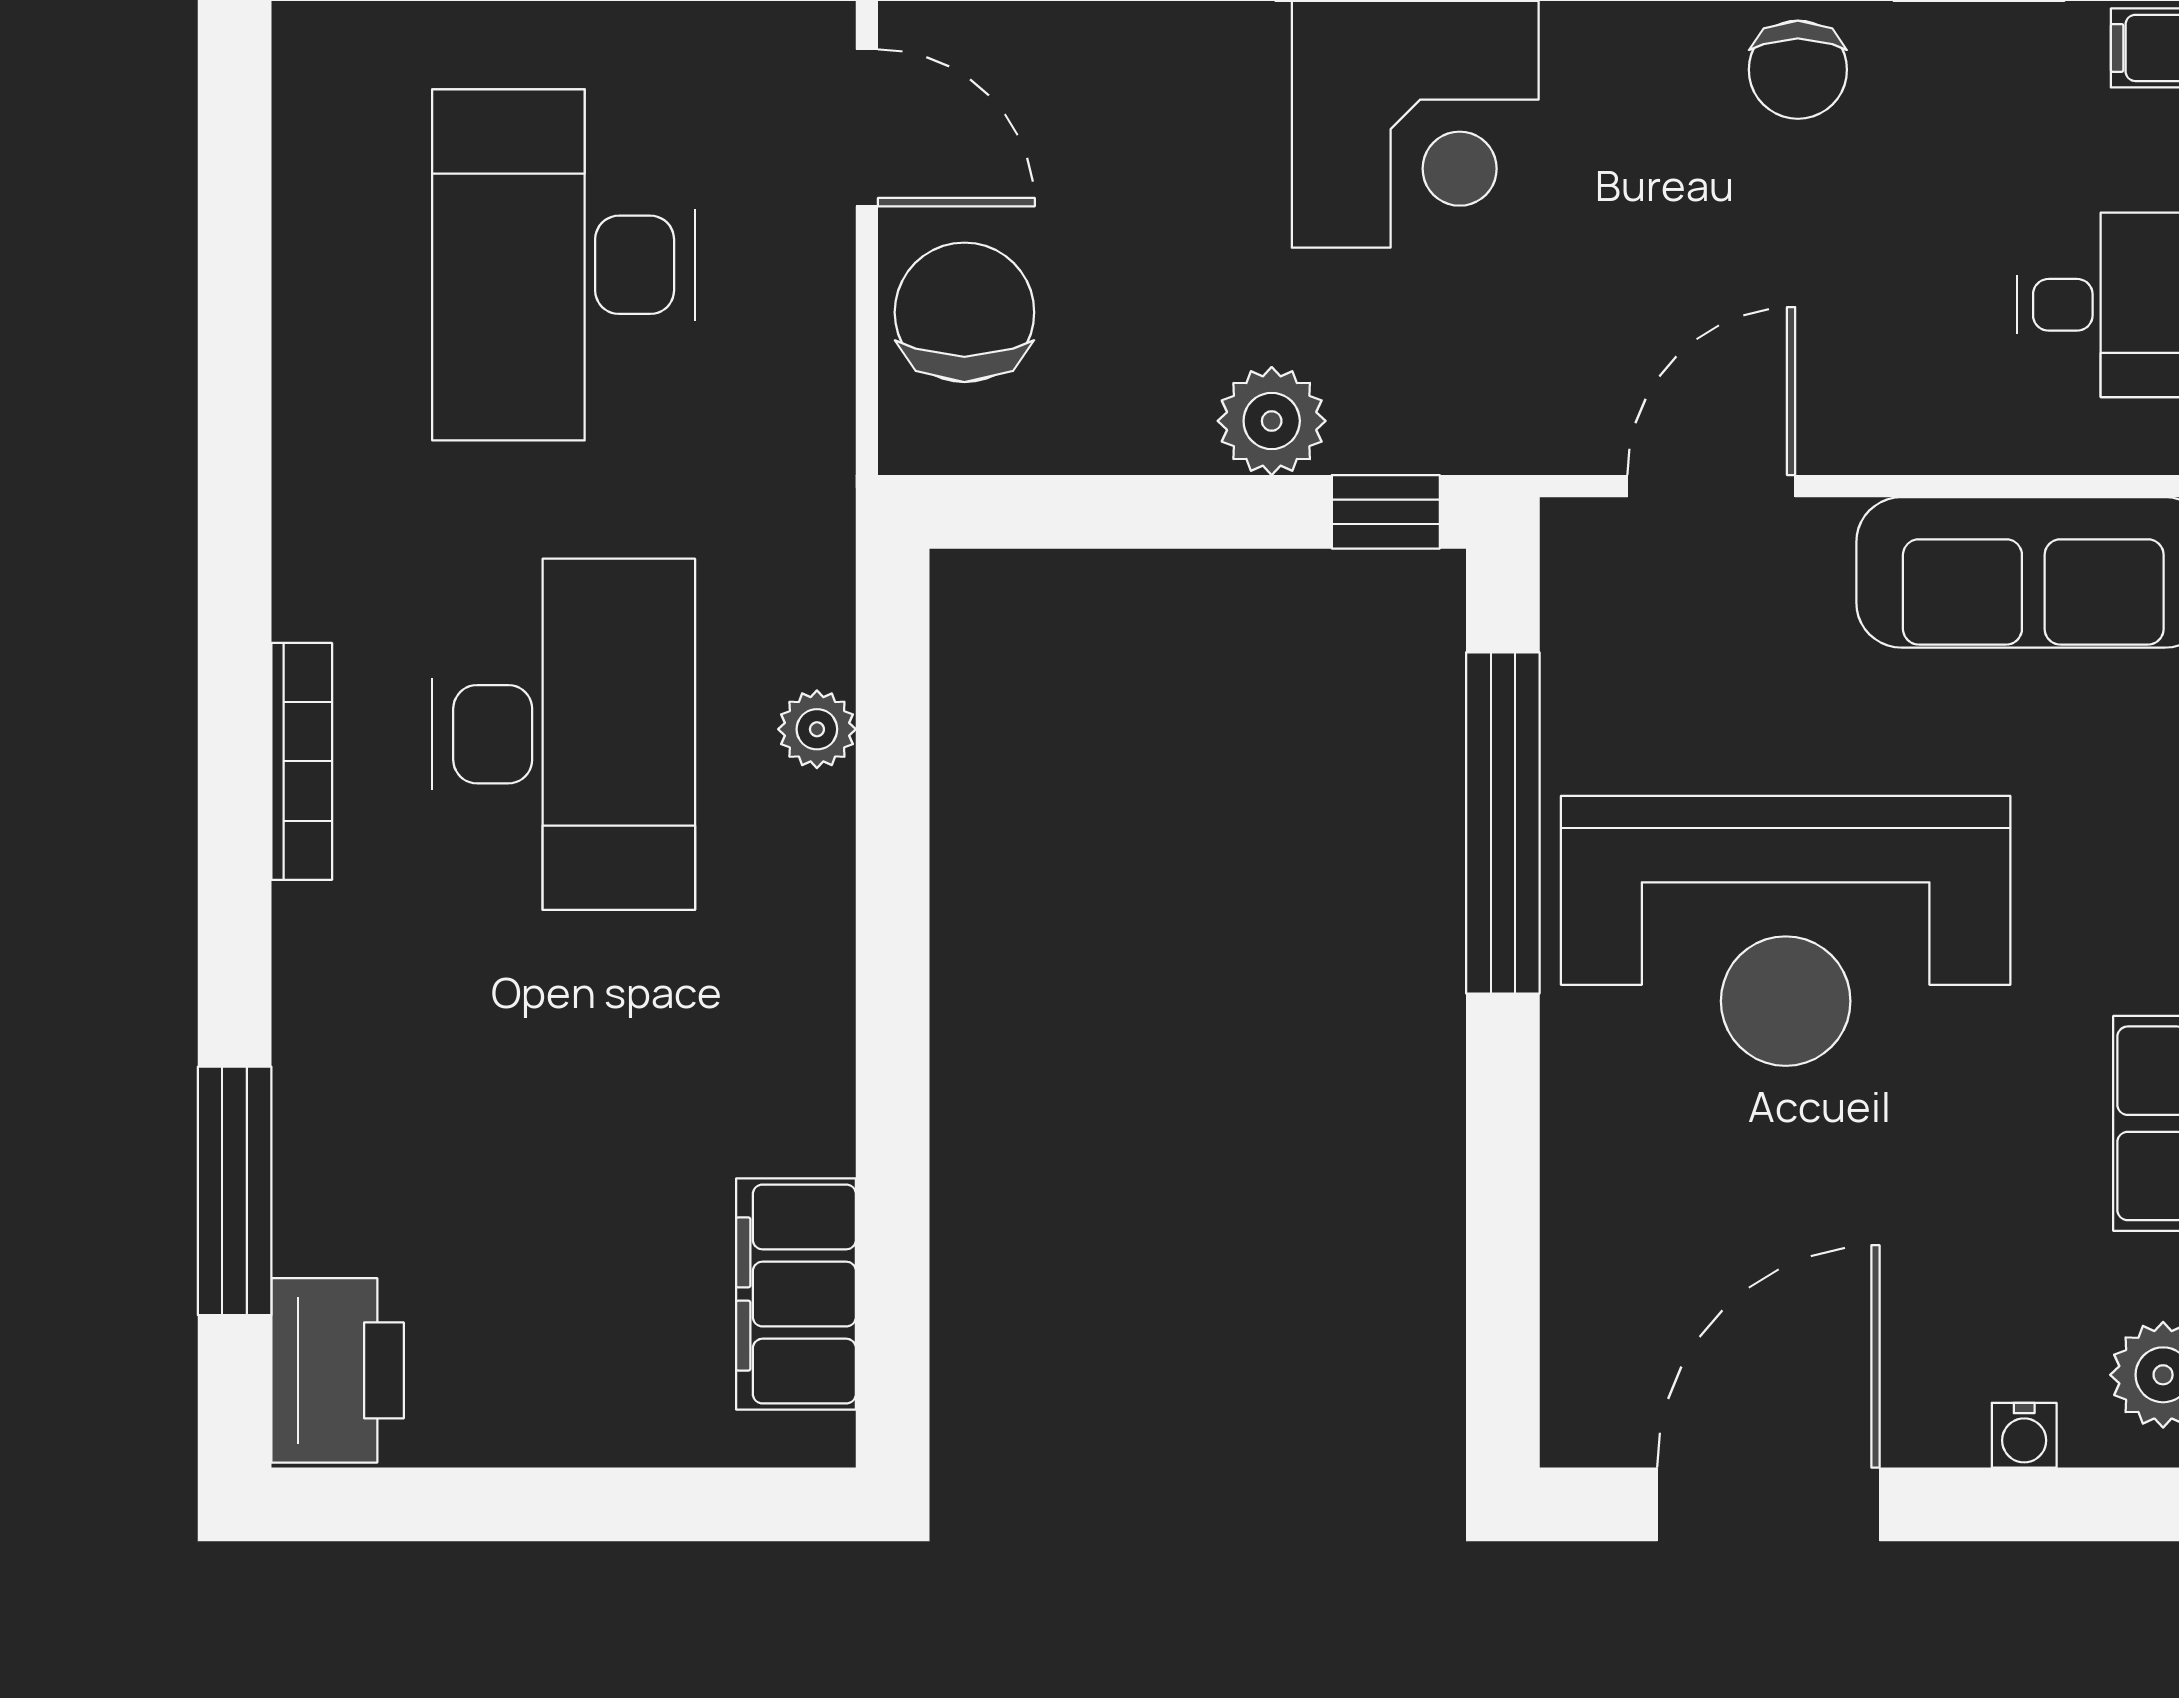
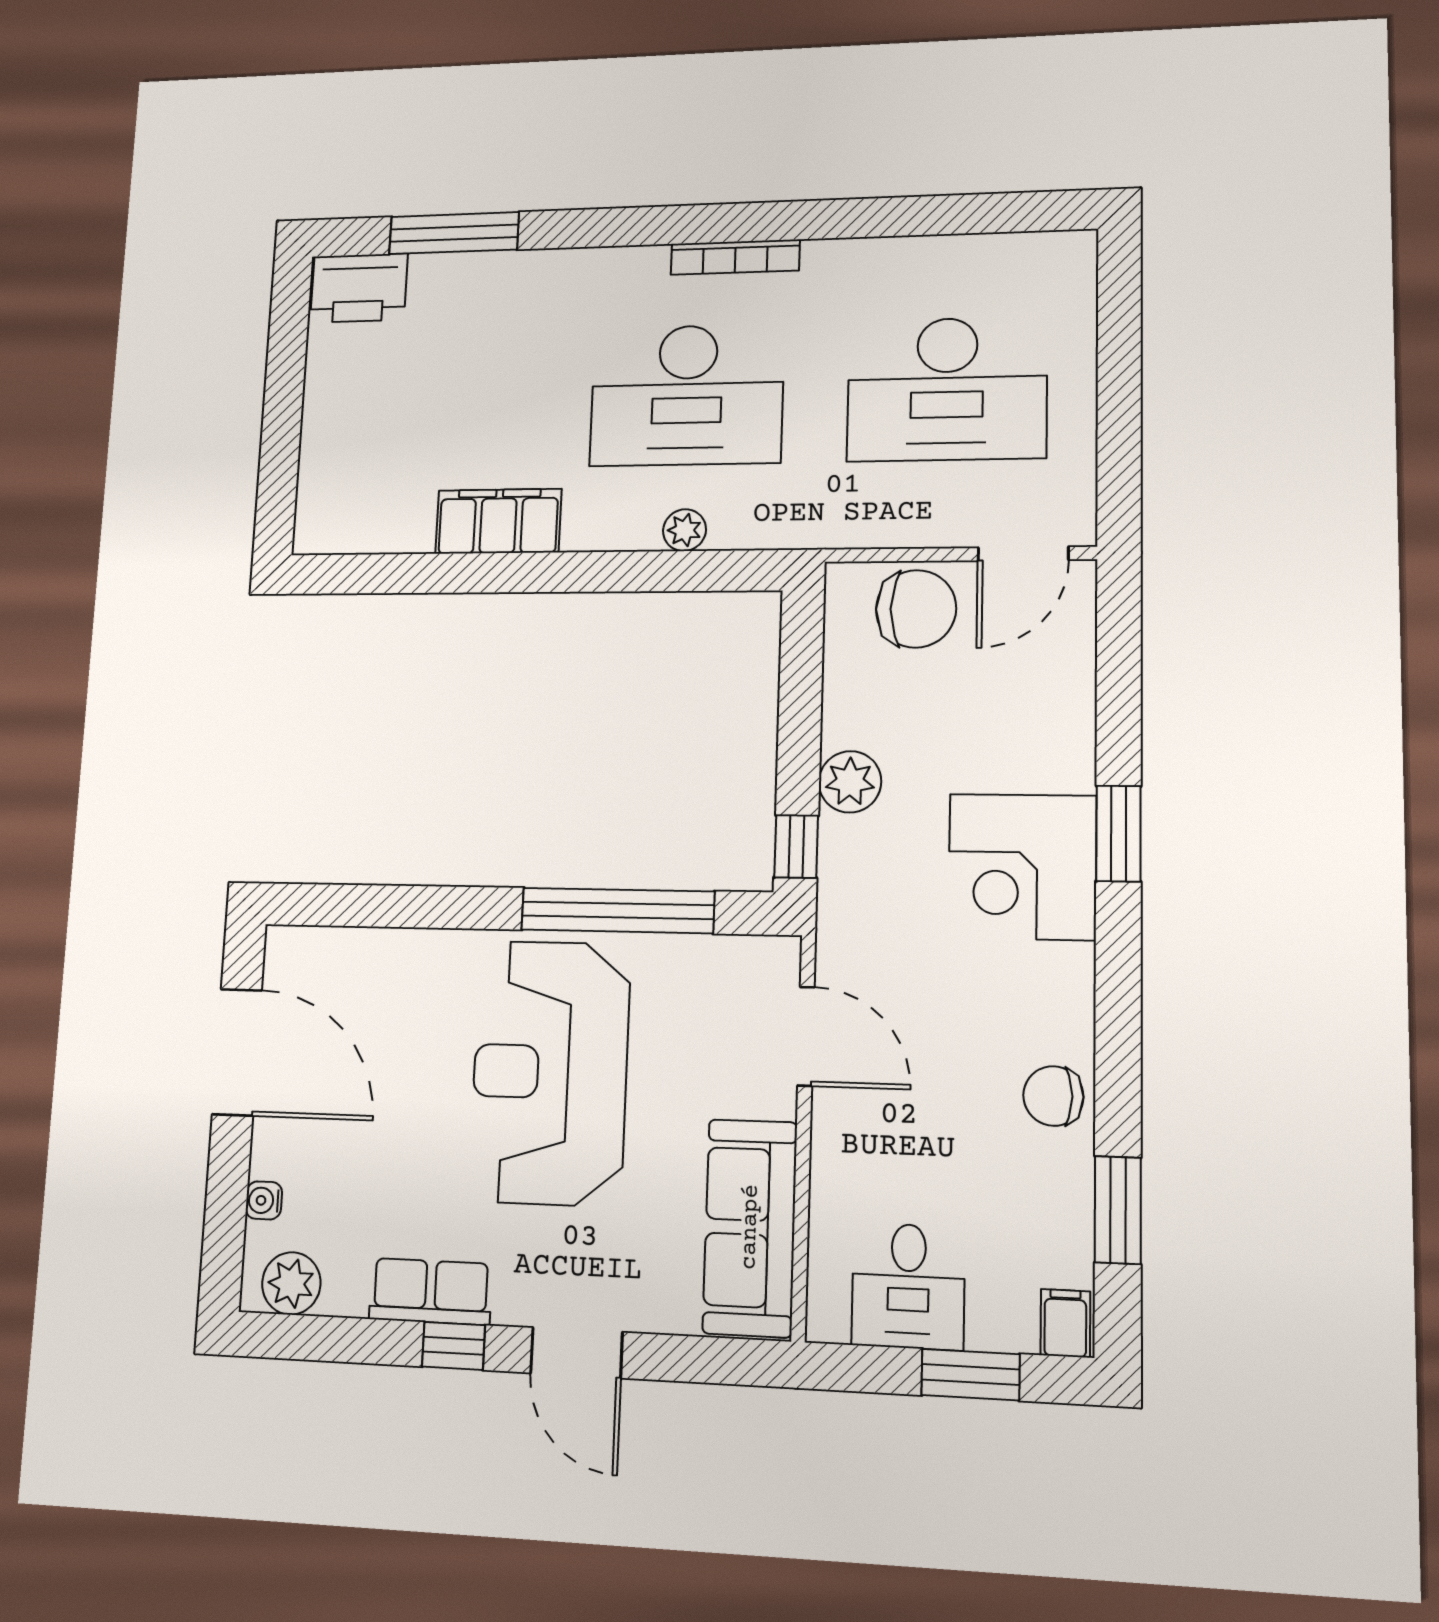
desk: (564, 265) -> (947, 389), turned 180
bookcase: (302, 761) -> (735, 257), moved
filing cabinet: (796, 1294) -> (498, 521), moved

